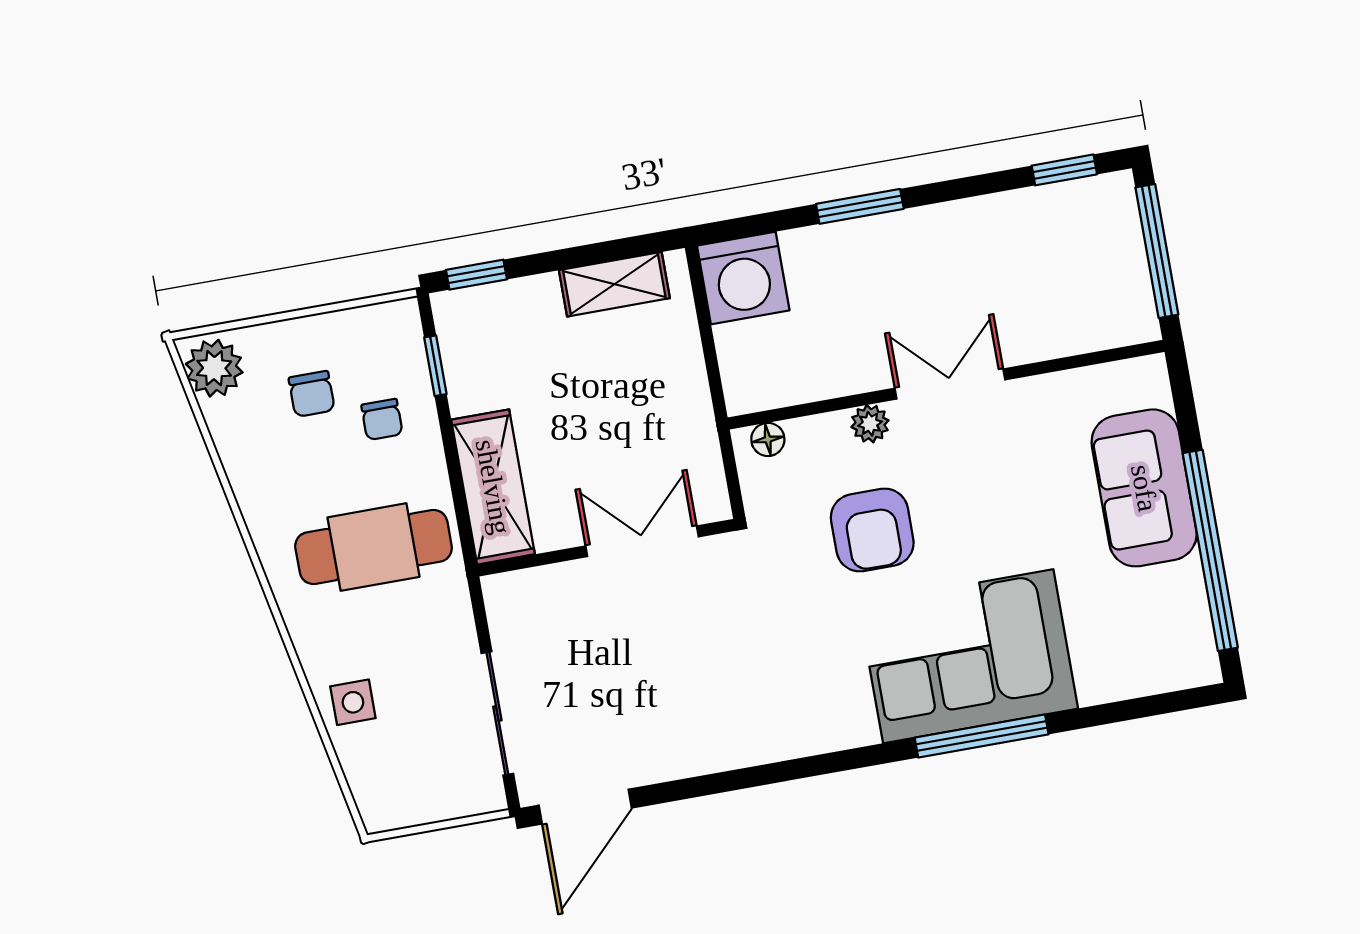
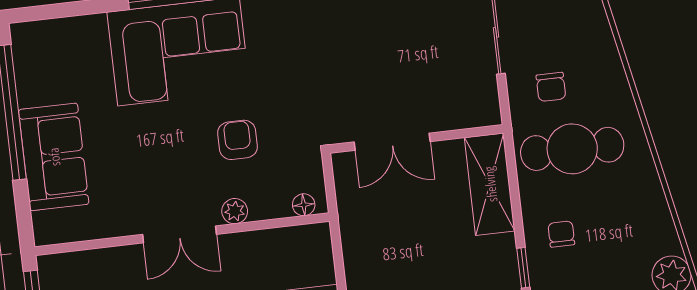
chair: (312, 394) -> (551, 87), moved, turned 180
armchair: (872, 530) -> (238, 140), width x0.72, depth x0.72
side table: (353, 702) -> (592, 46), removed

